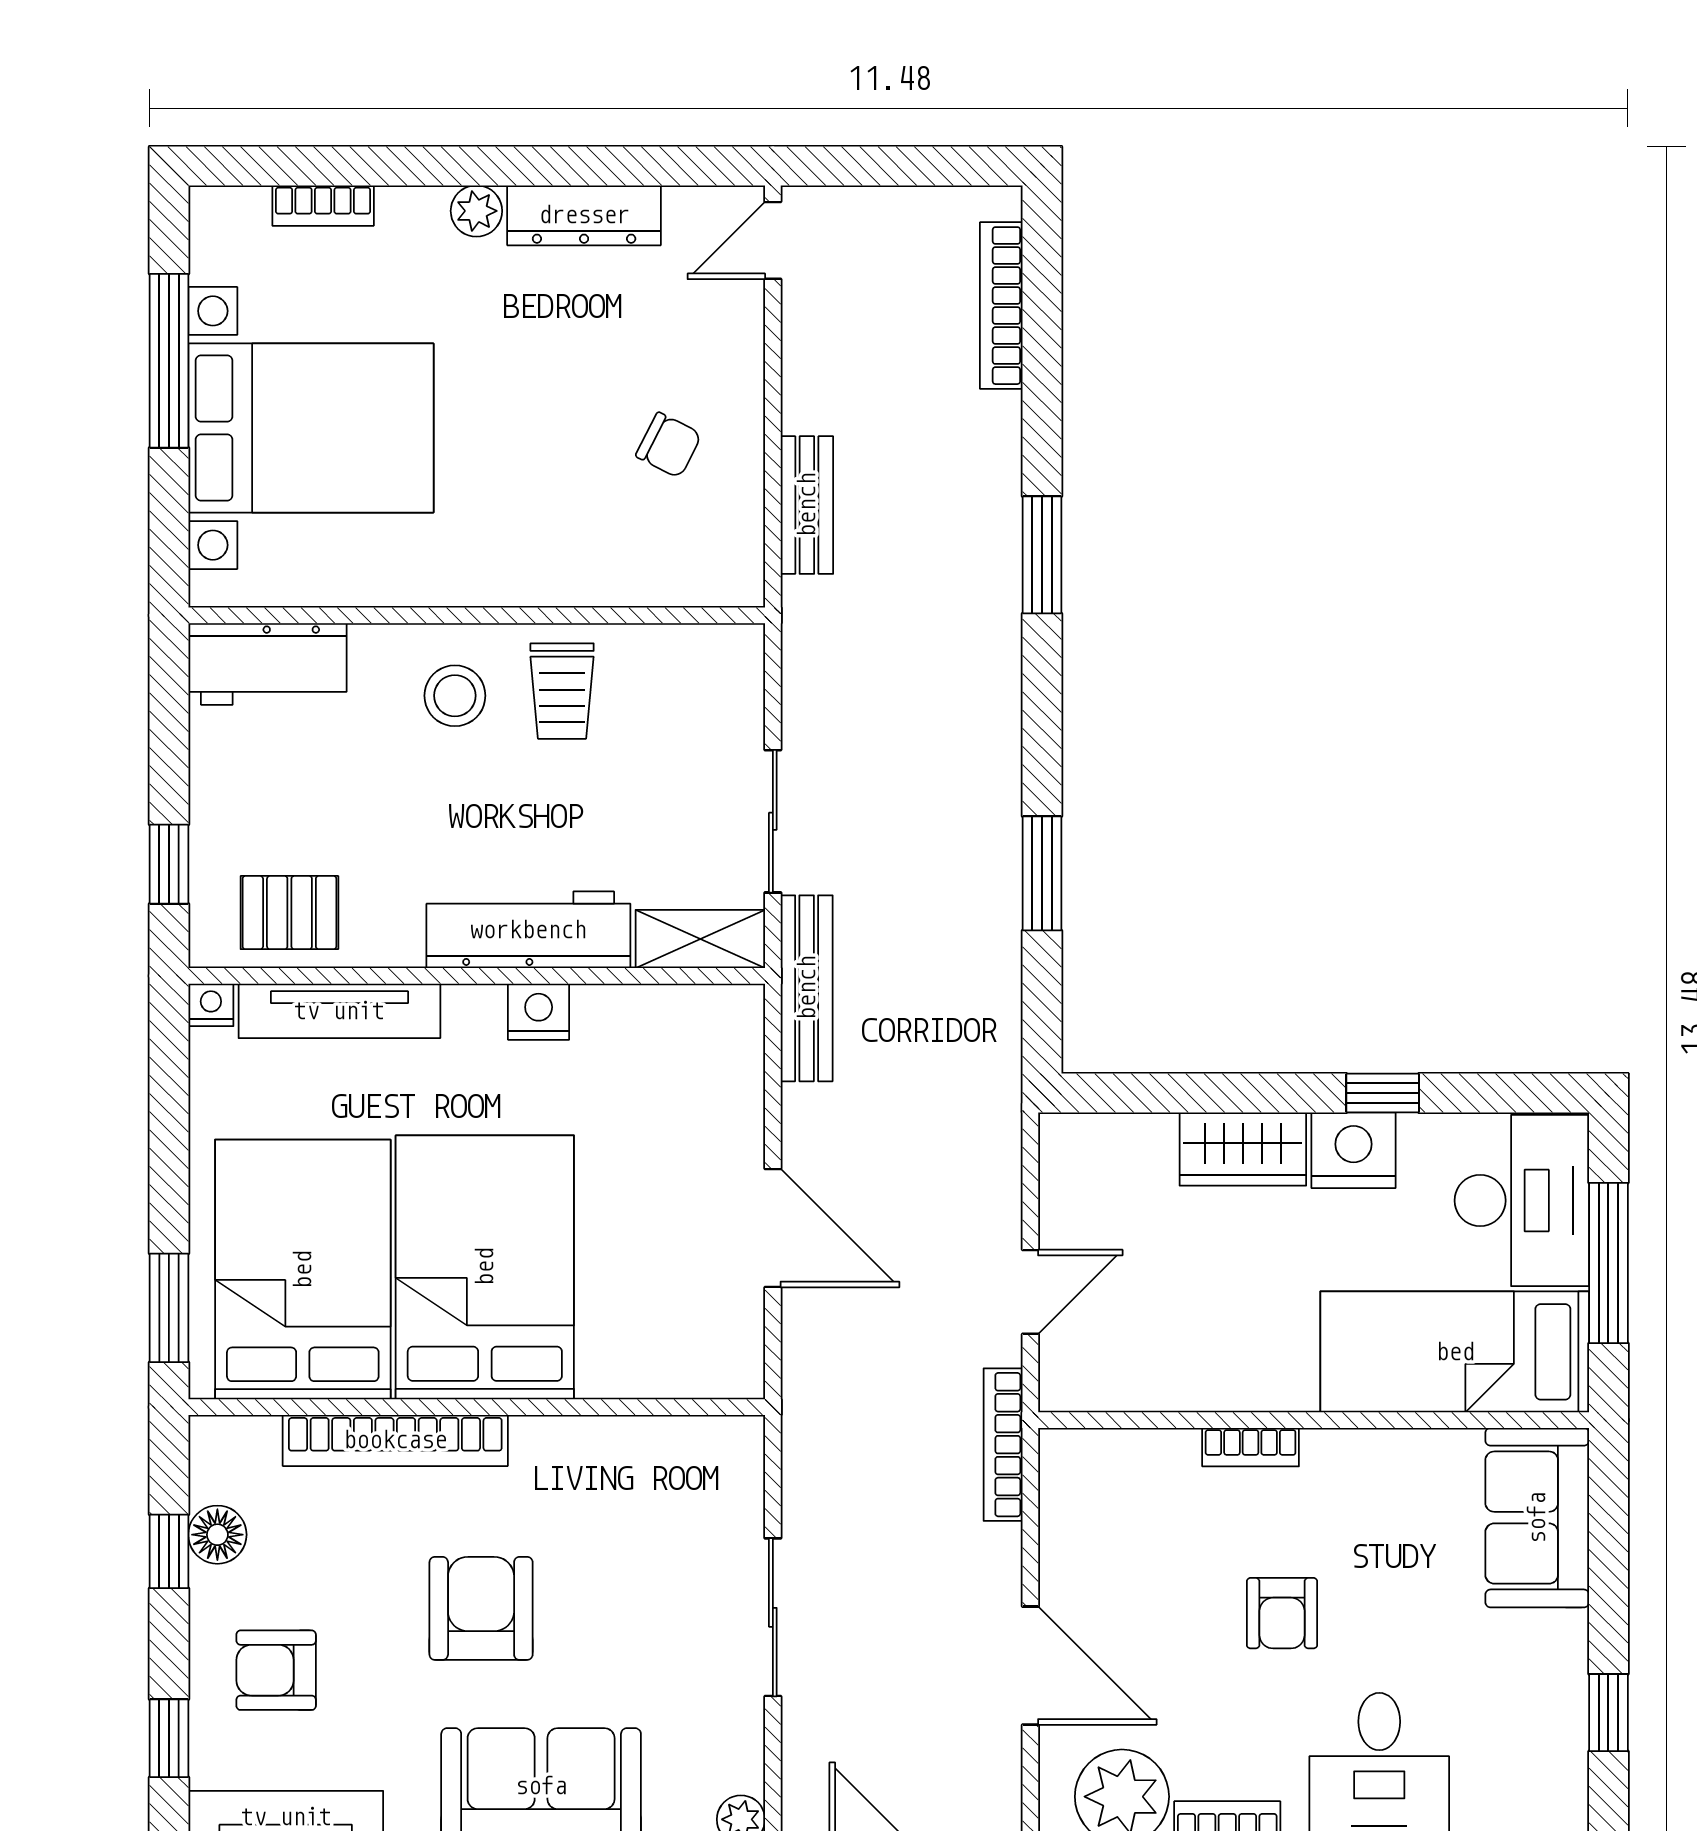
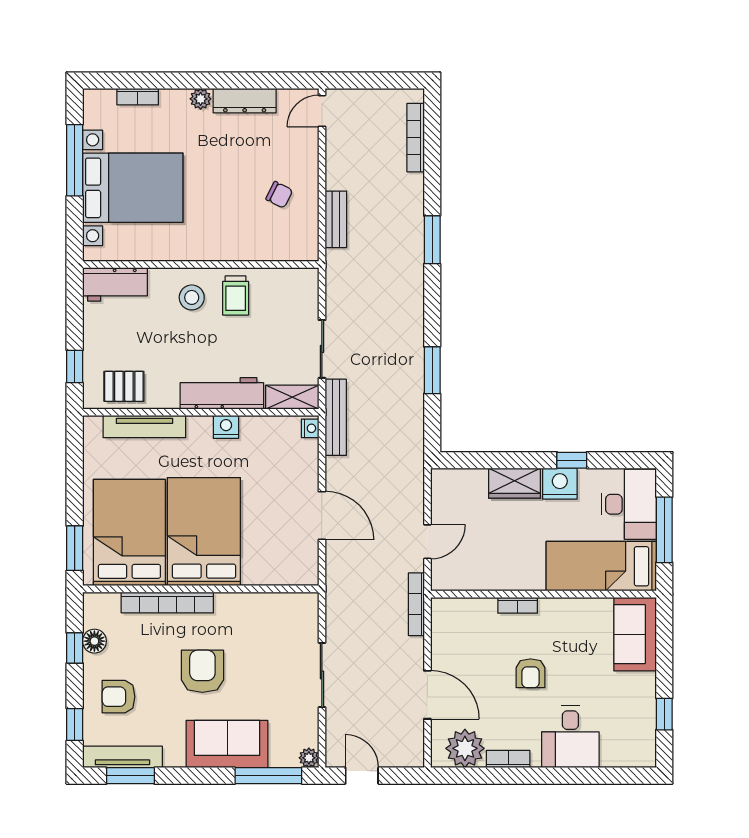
nightstand: (211, 1005) -> (310, 428), moved, turned 90

